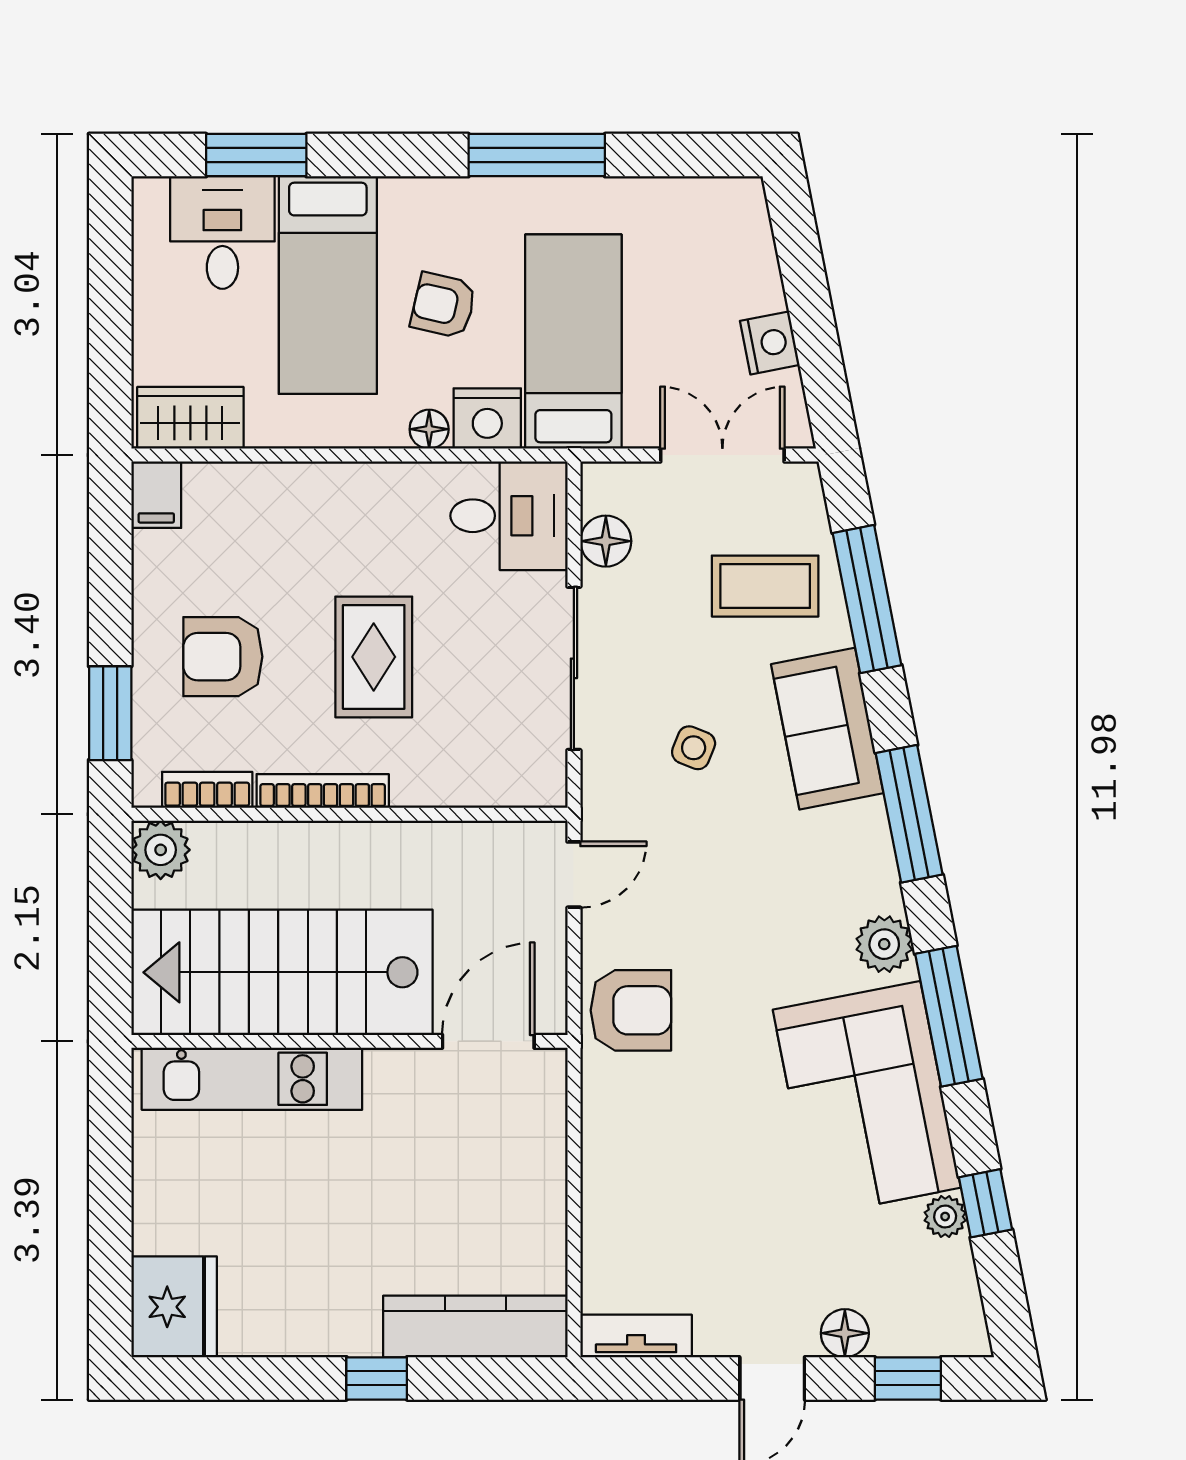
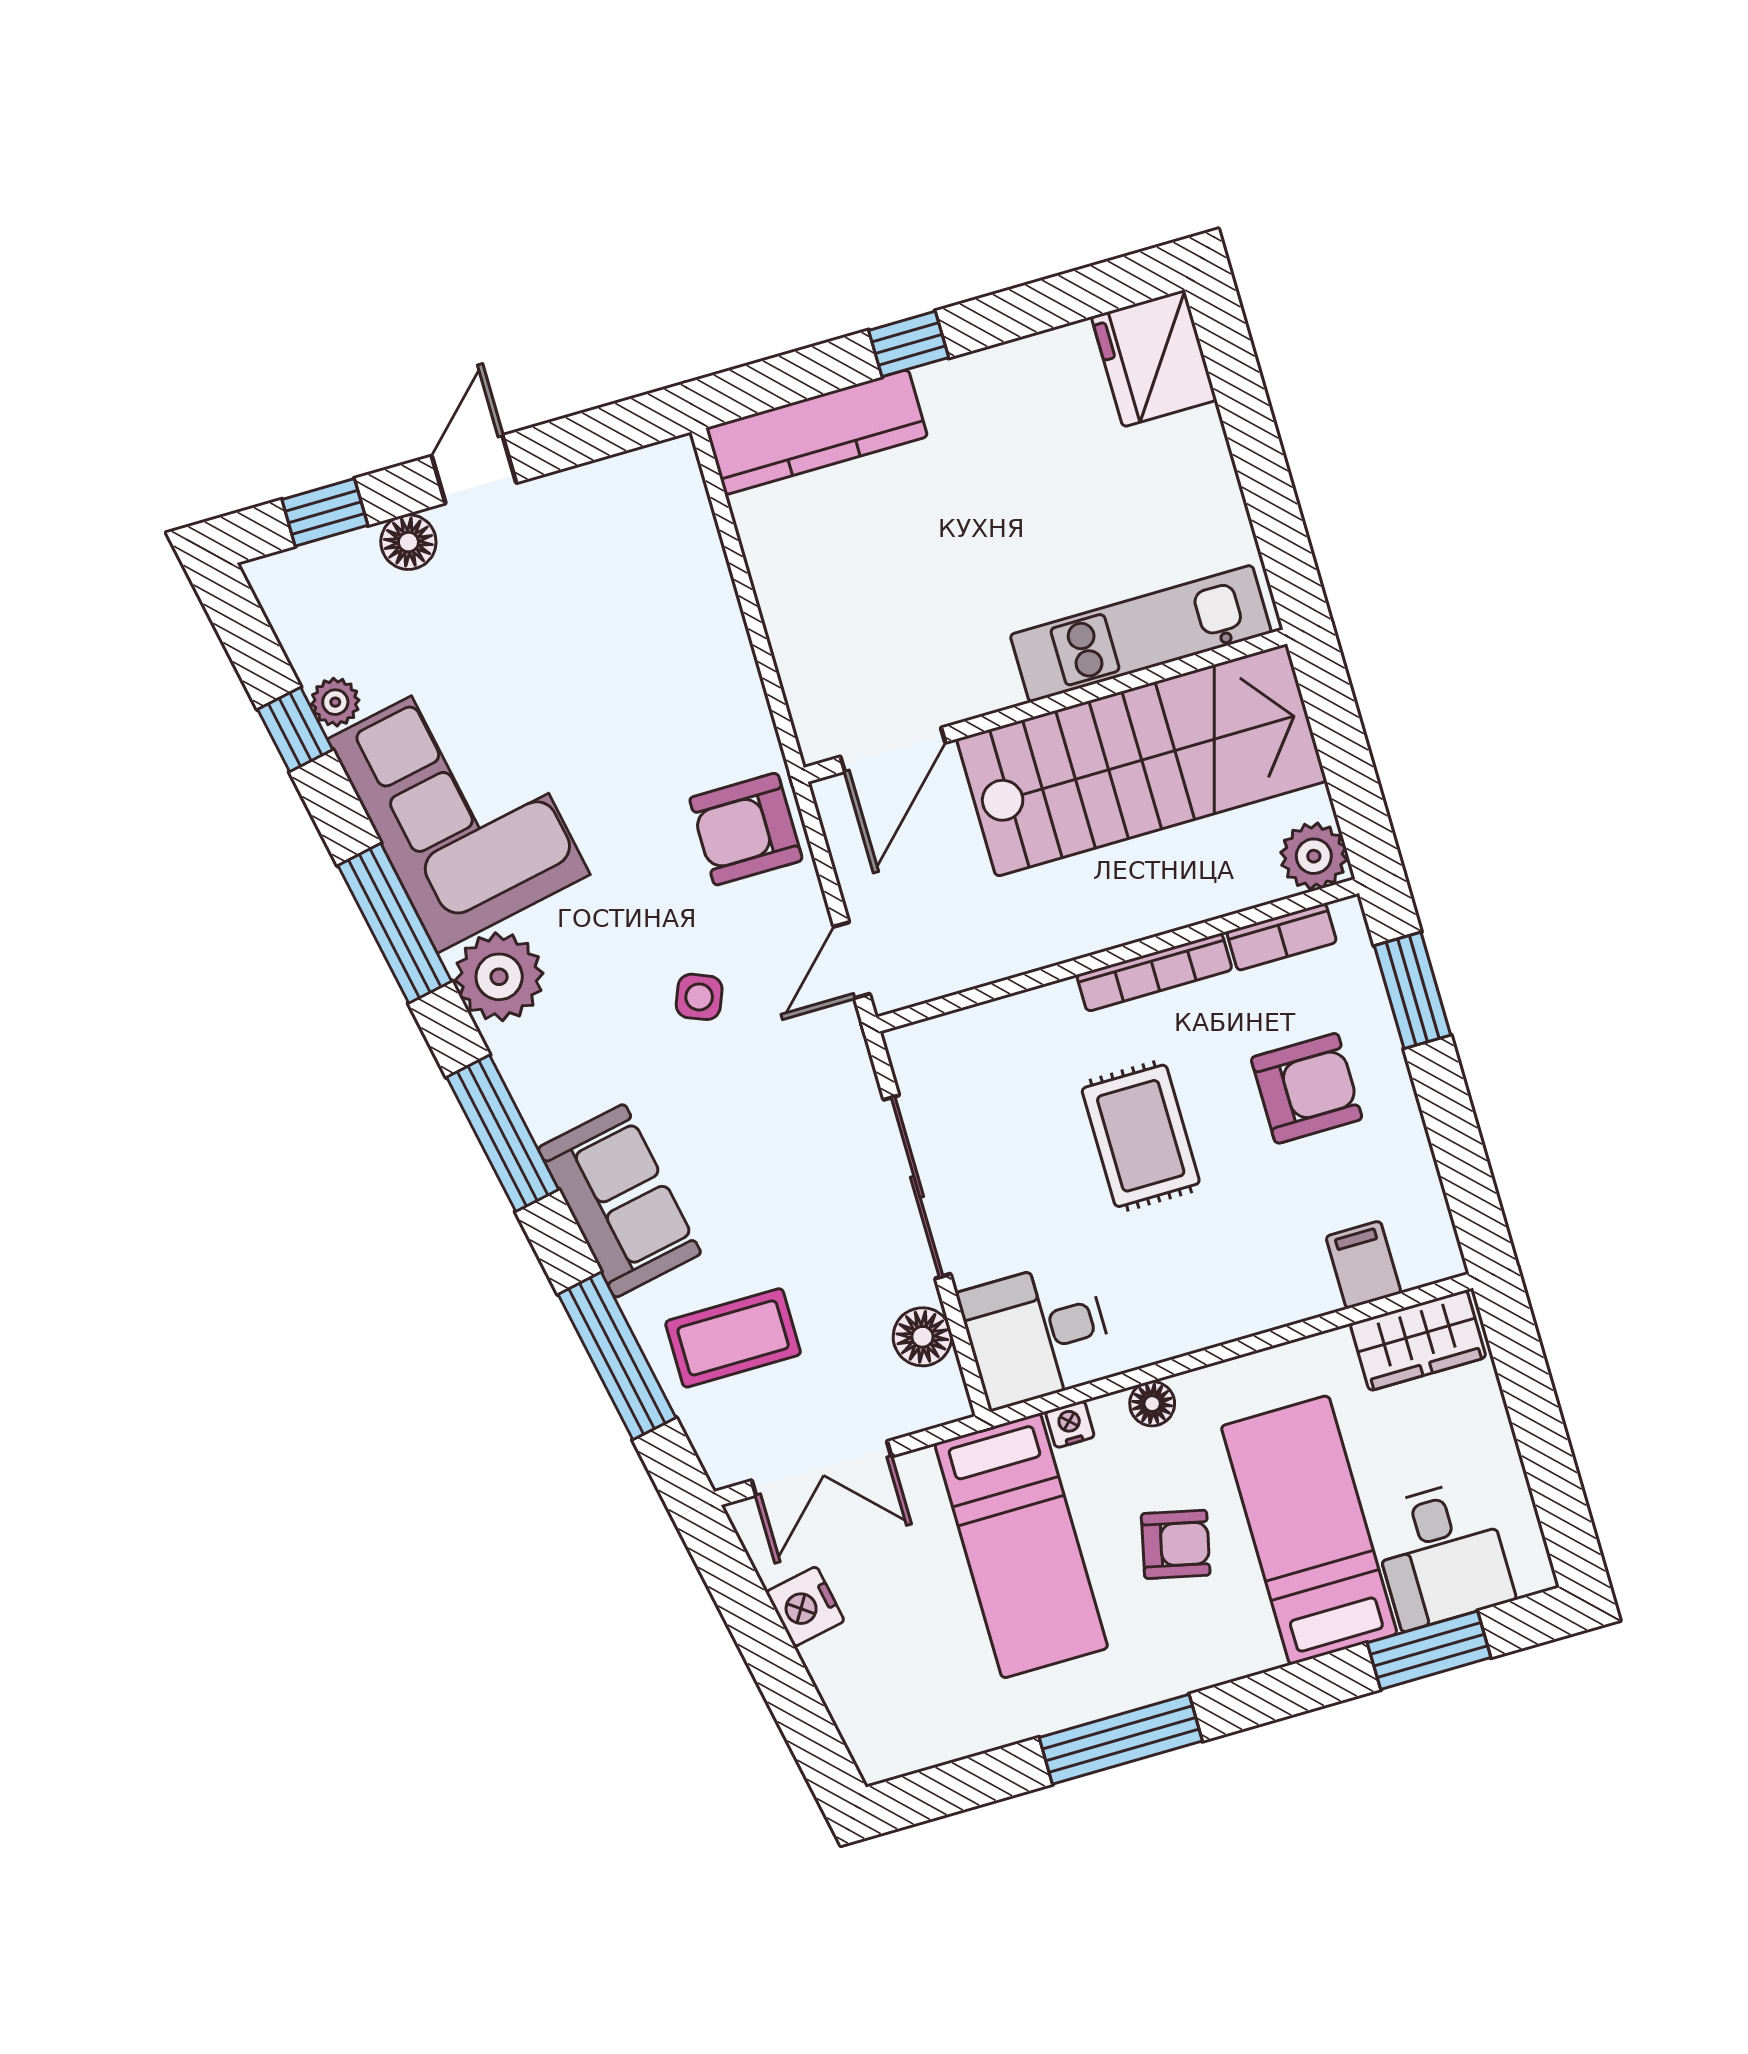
nightstand: (487, 418) -> (1070, 1424), width x0.53, depth x0.56
filing cabinet: (156, 495) -> (1363, 1265), moved
side table: (694, 748) -> (699, 997), moved
plant: (884, 944) -> (499, 977), width x1.36, depth x1.36
tv unit: (636, 1336) -> (637, 473), removed

